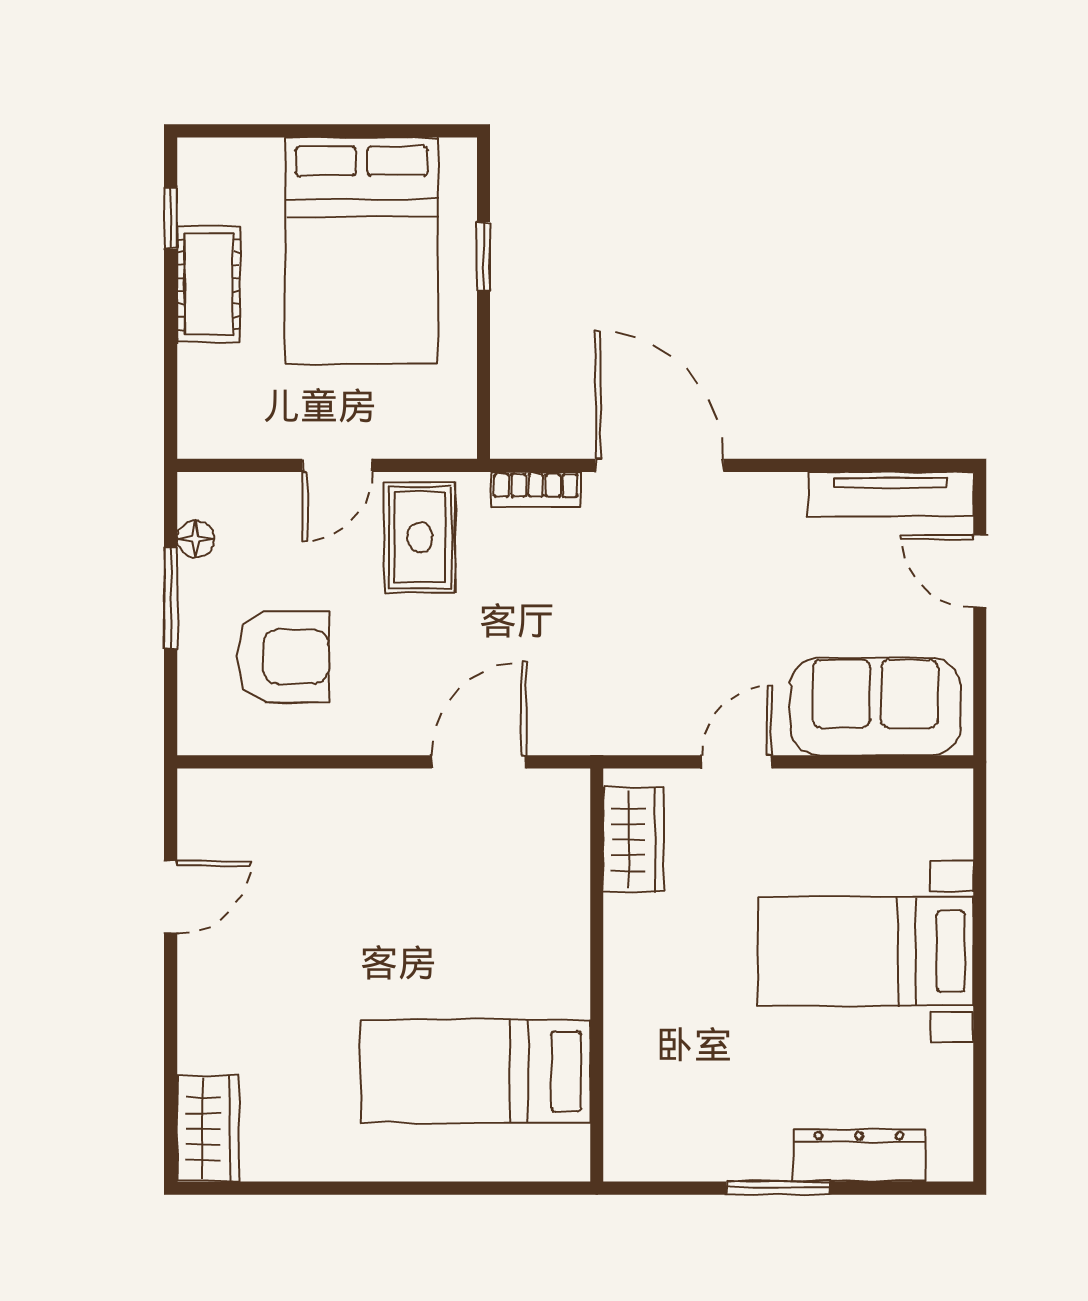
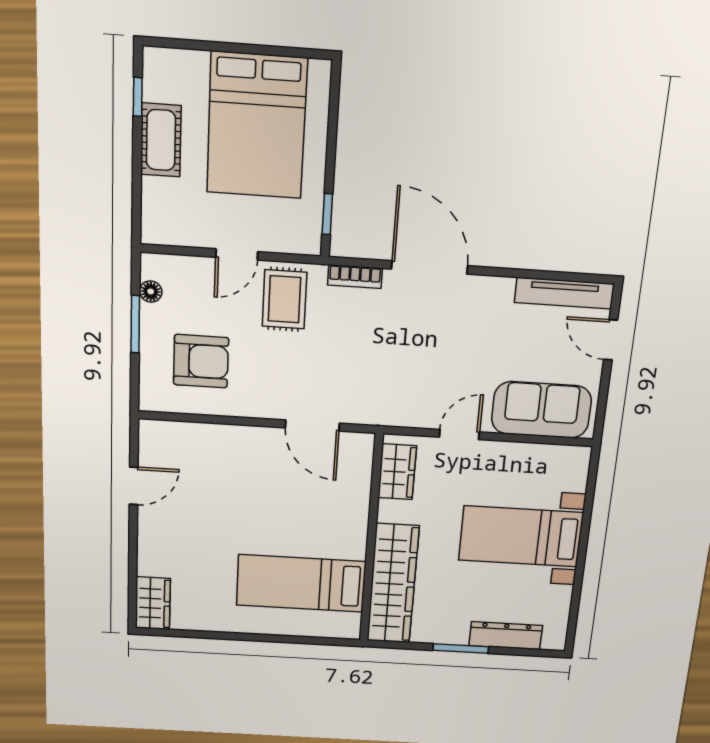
window: (483, 256) -> (327, 214), moved
door: (479, 762) -> (312, 425), swing flipped
wardrobe: (642, 1061) -> (393, 584), added

